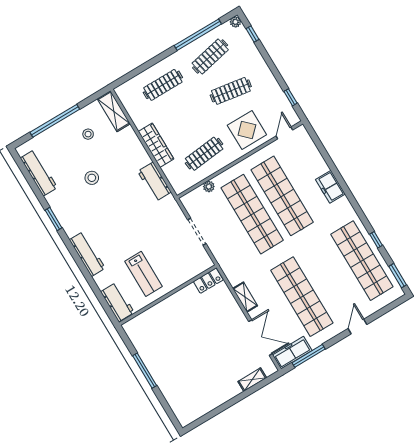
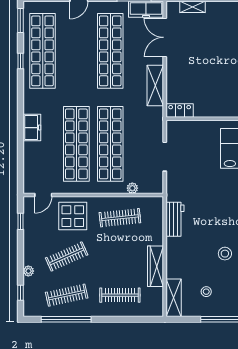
plant: (235, 22) -> (28, 271), moved
clothes rail: (231, 91) -> (67, 256), turned -33
wardrobe: (156, 145) -> (156, 266), moved
shelving: (245, 297) -> (155, 85), width x1.50, depth x1.33

